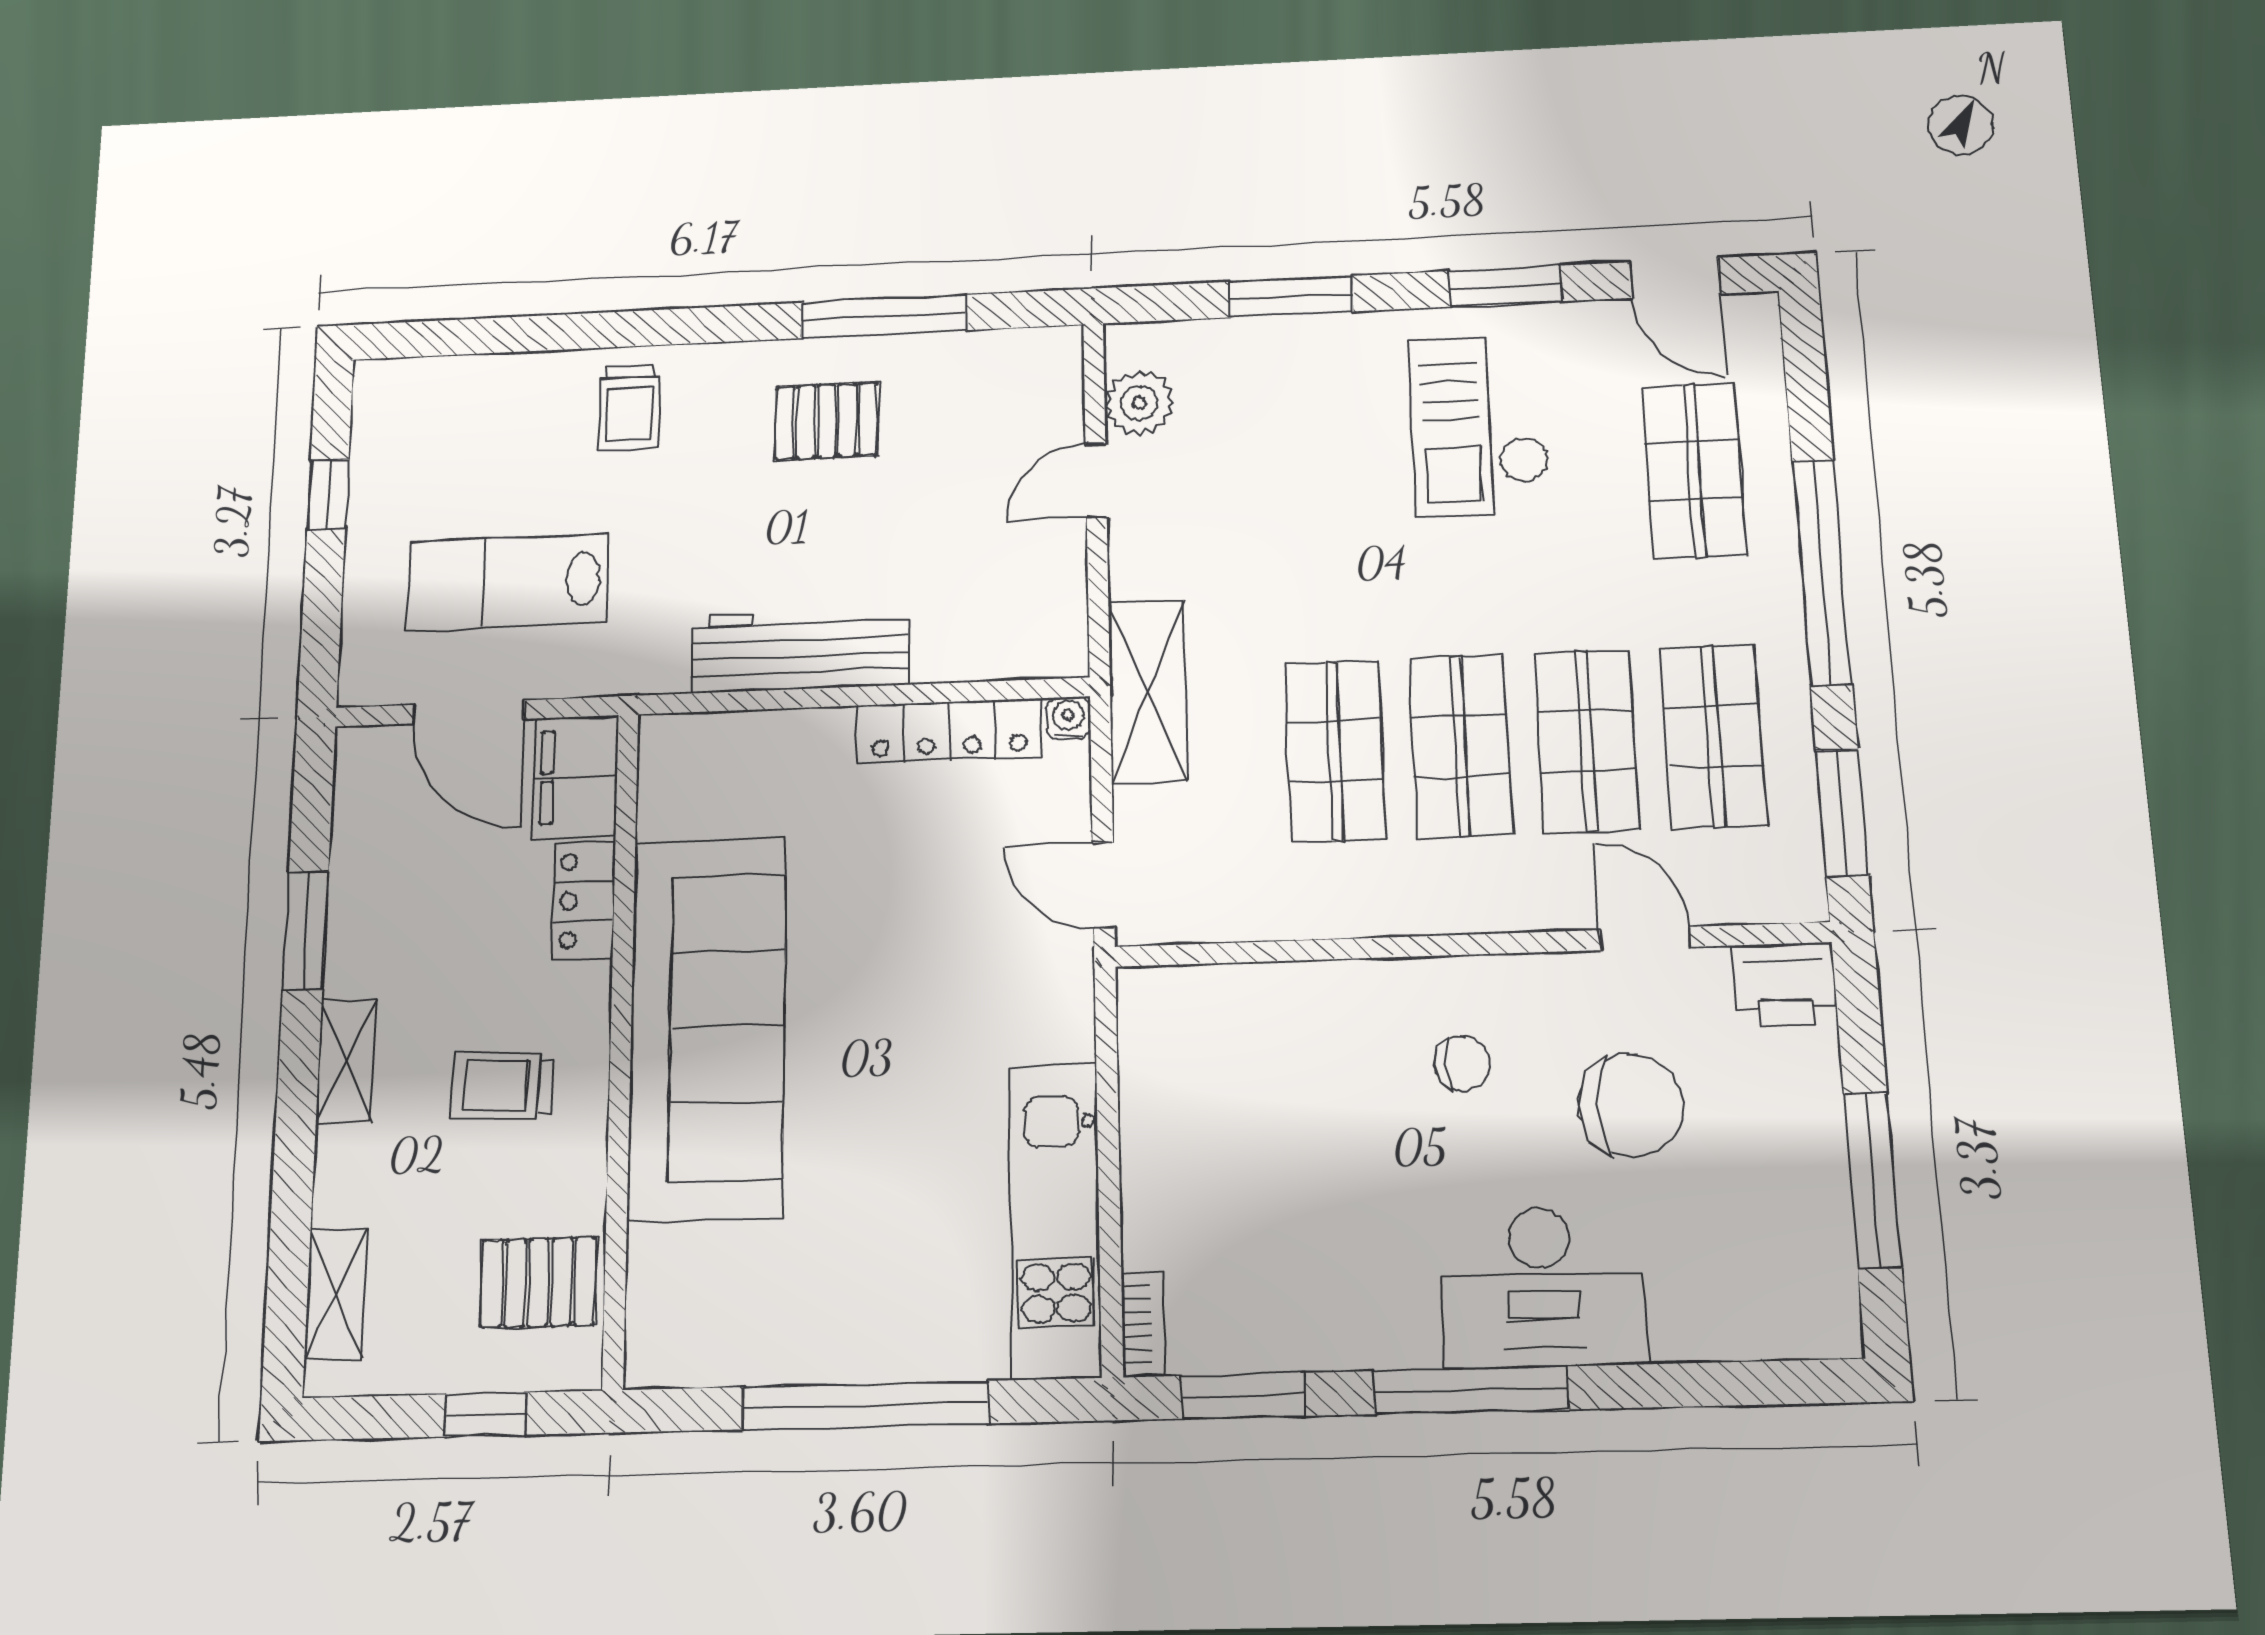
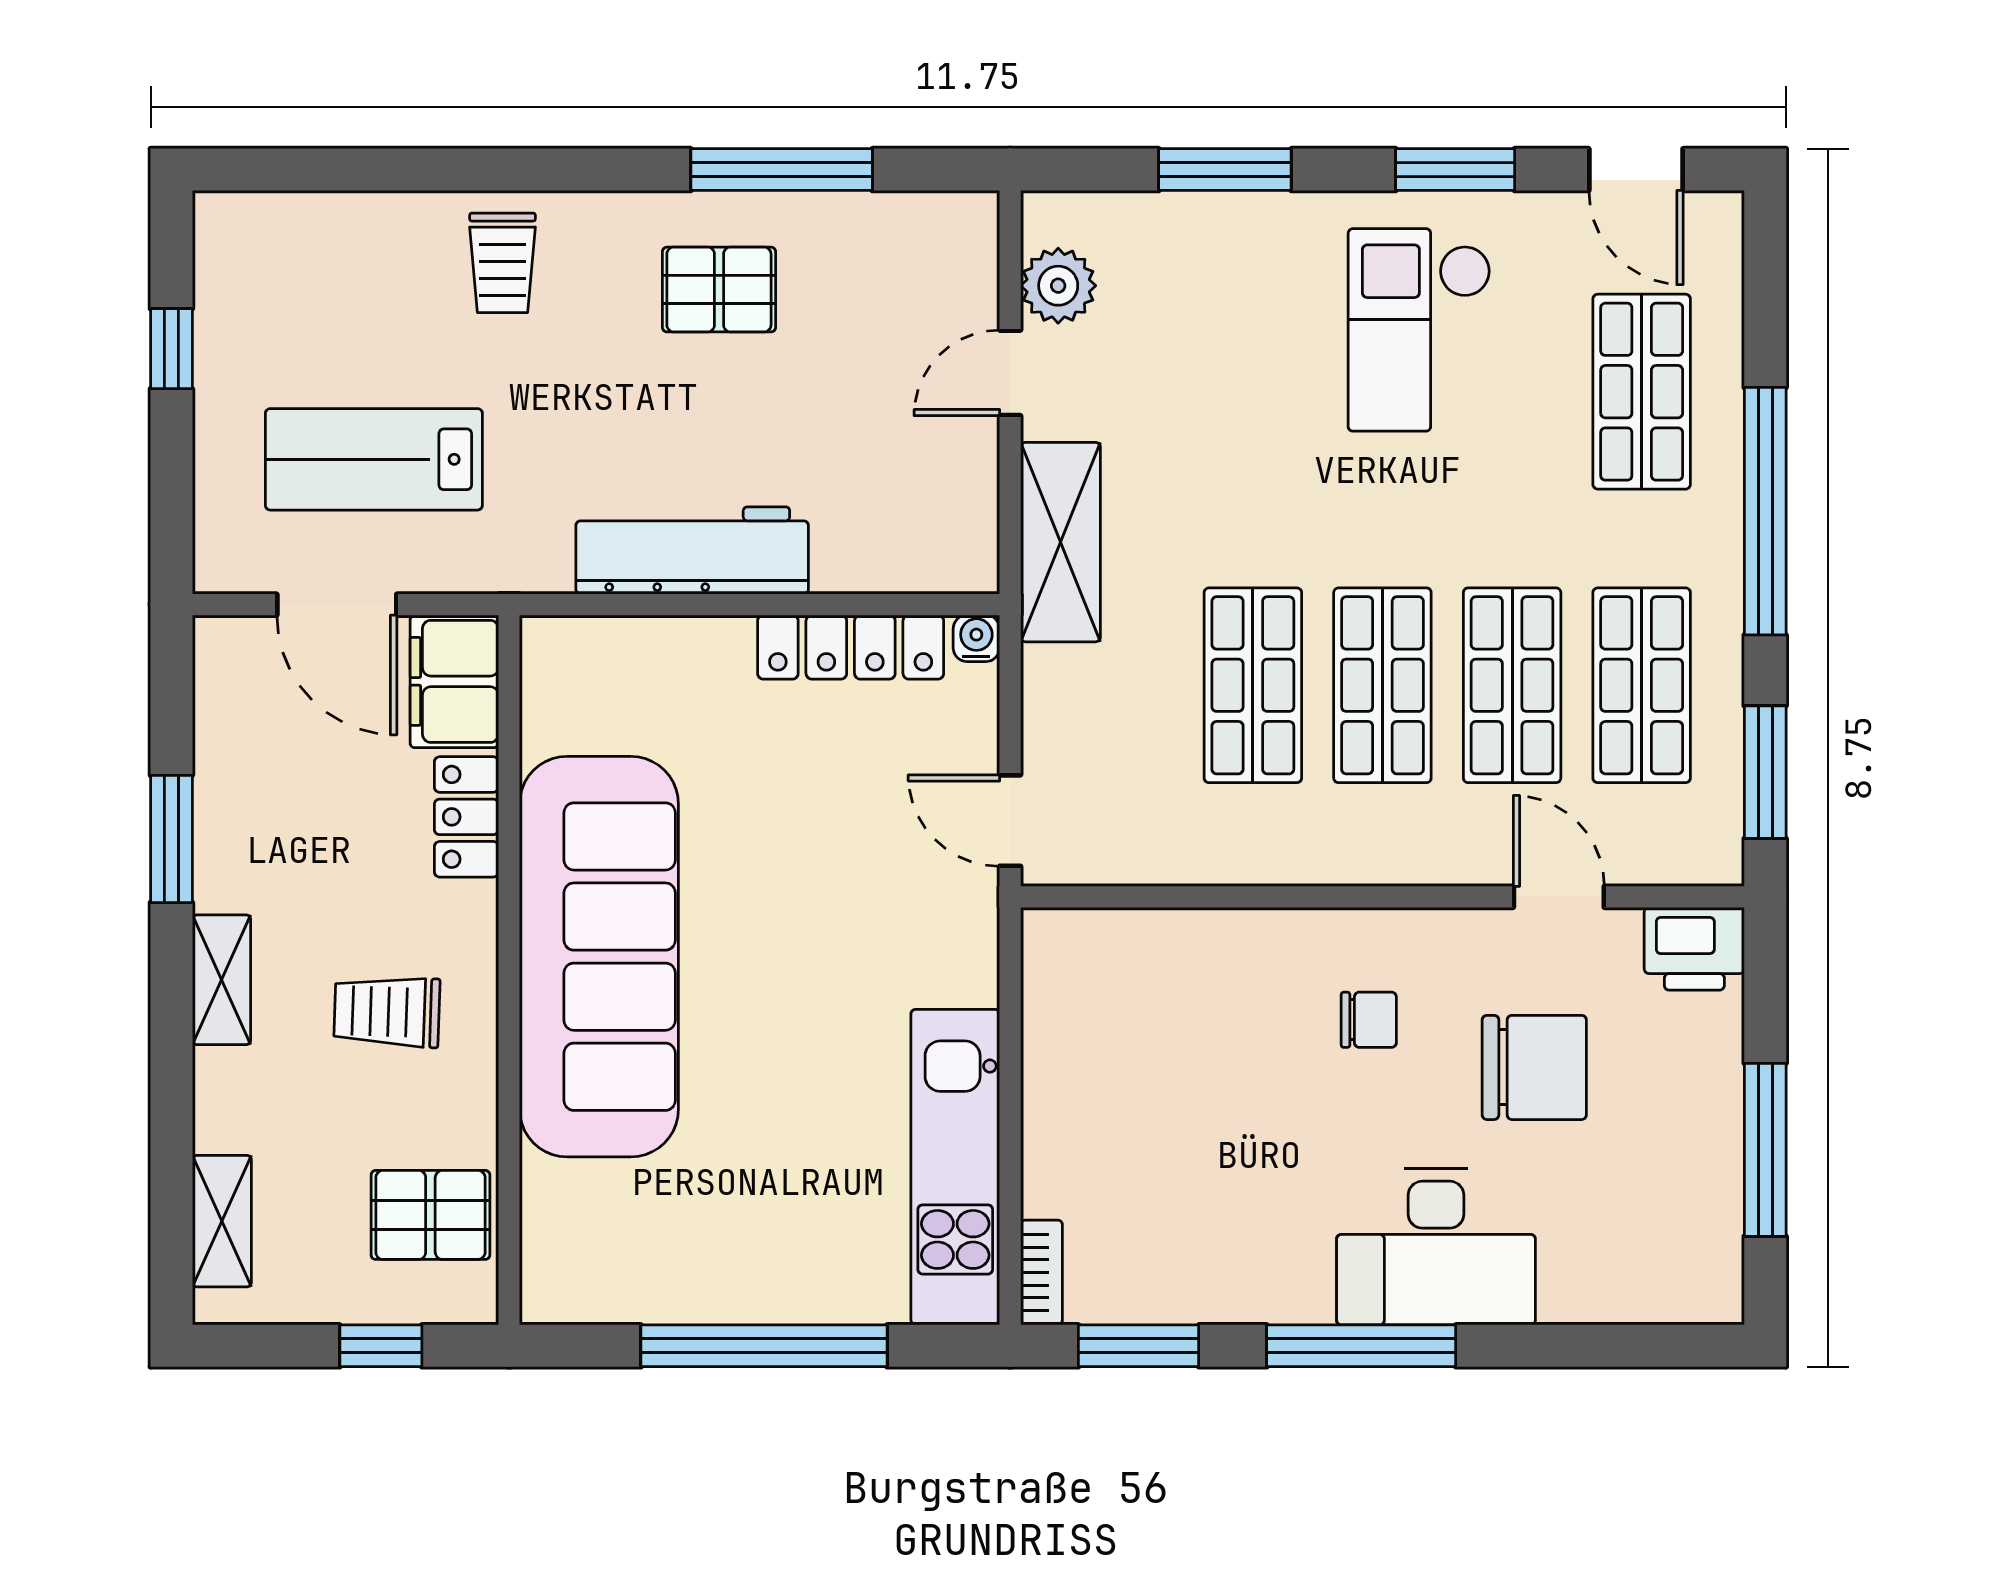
shelving: (1148, 692) -> (1060, 542), moved

